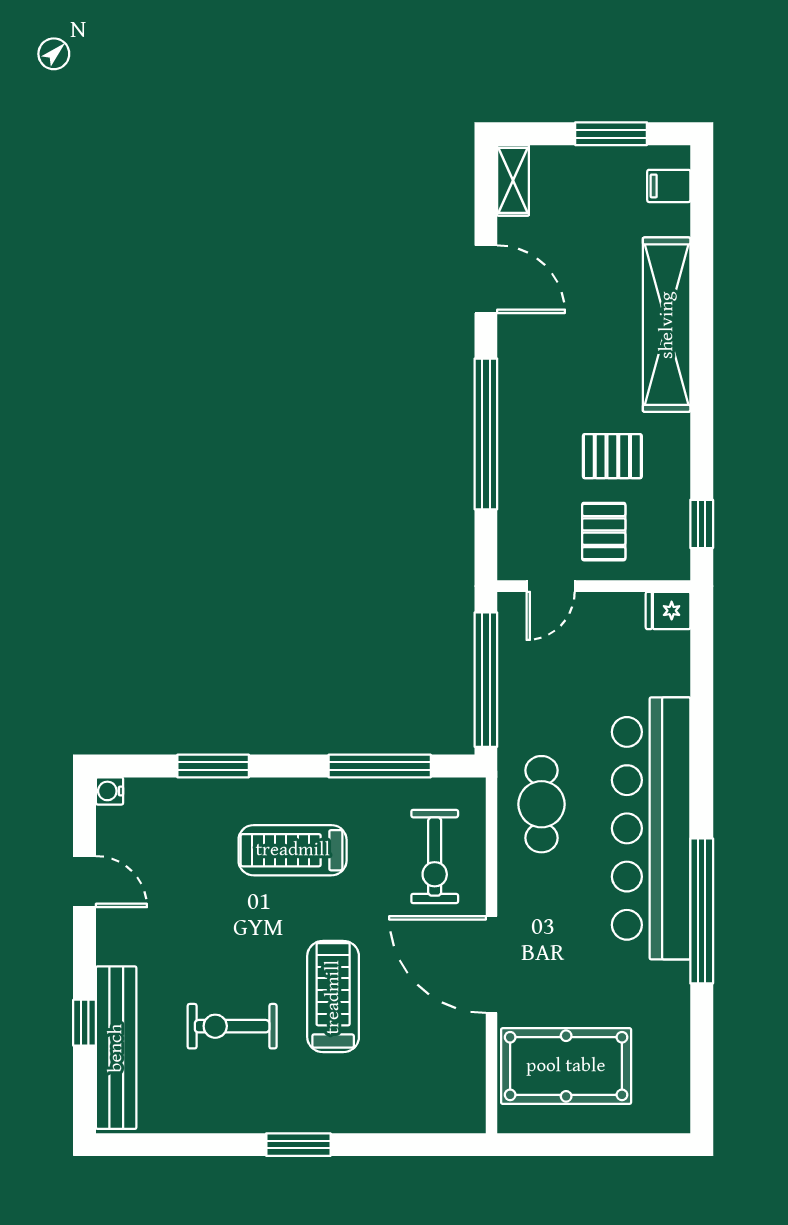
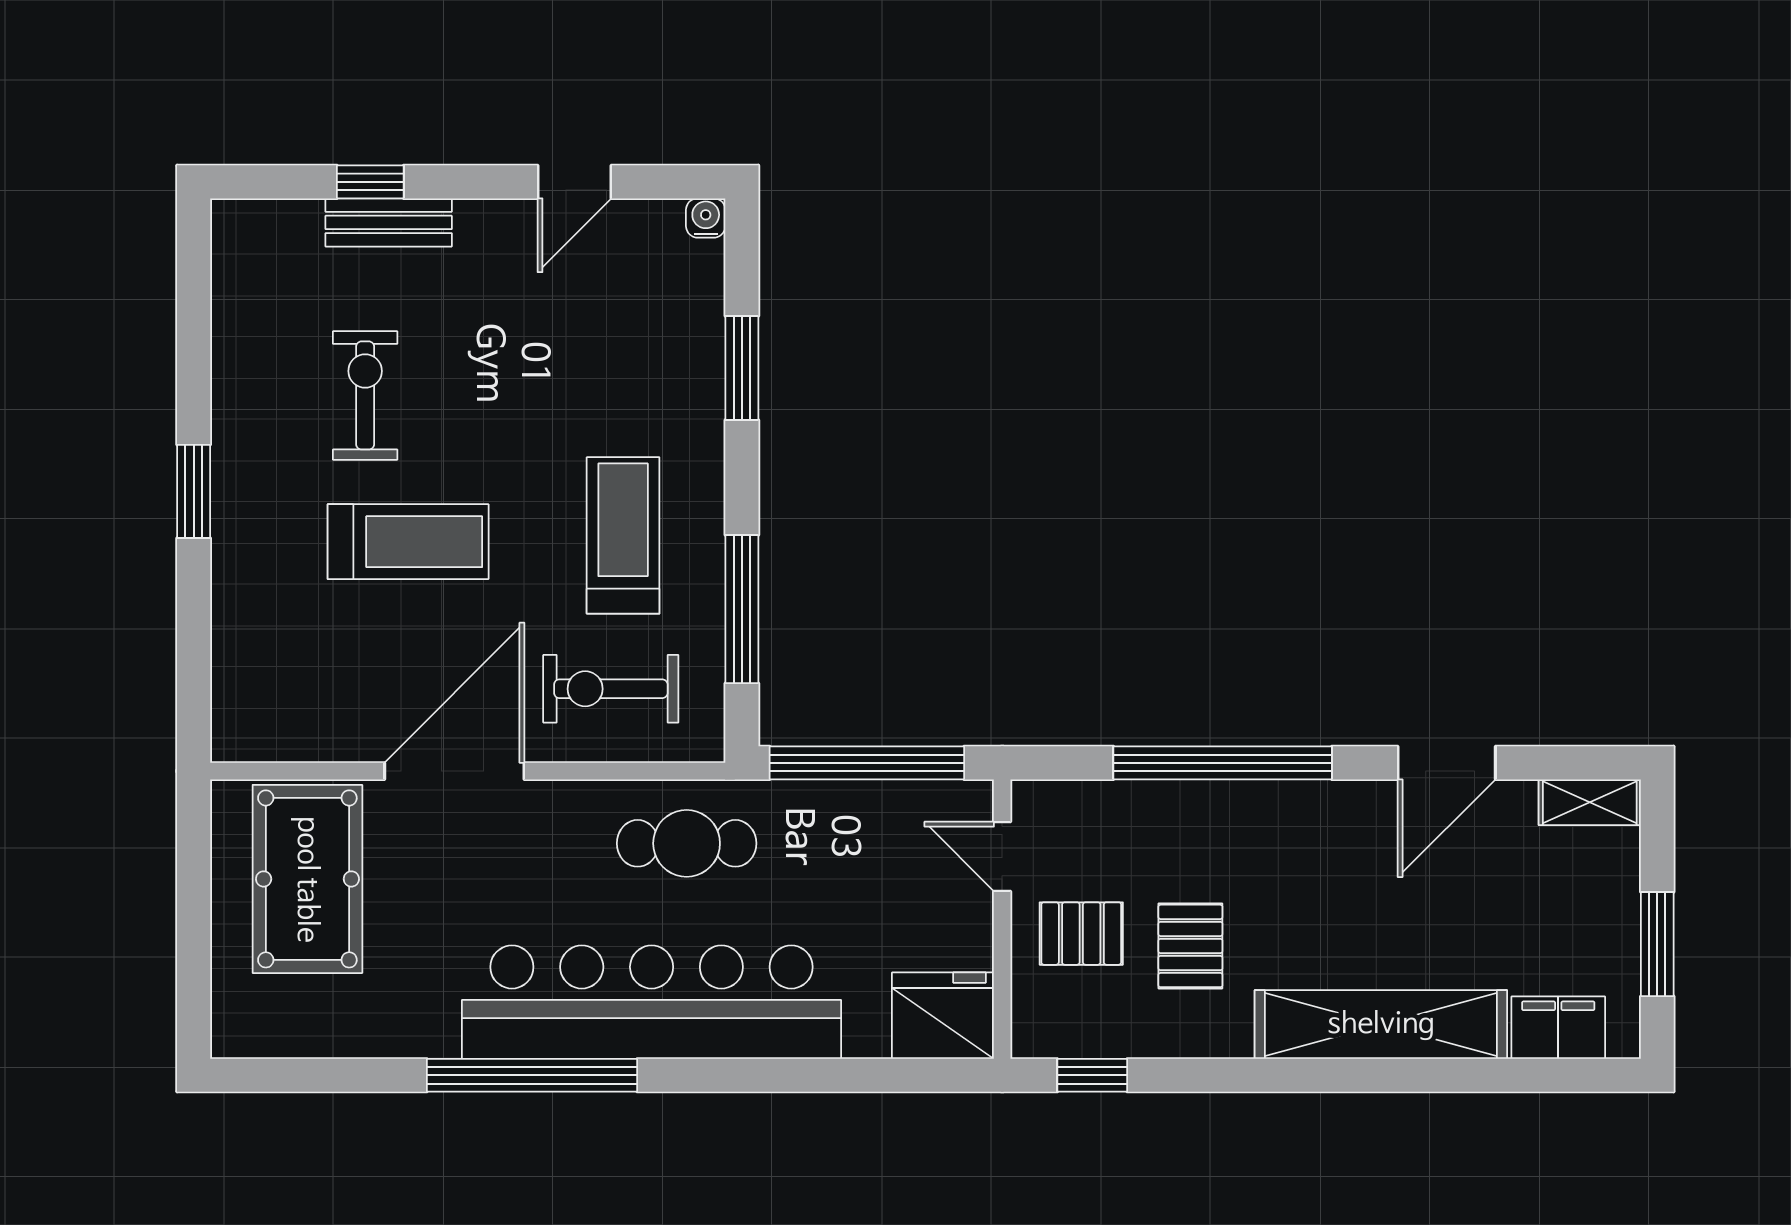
filing cabinet: (669, 186) -> (1558, 1028), width x2.00
fridge: (668, 611) -> (943, 1016), width x1.88, depth x1.34
treadmill: (293, 850) -> (623, 535), moved
bench: (116, 1048) -> (389, 222), width x0.54, depth x0.82

